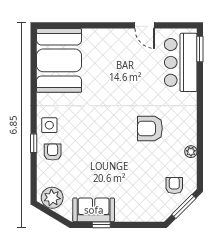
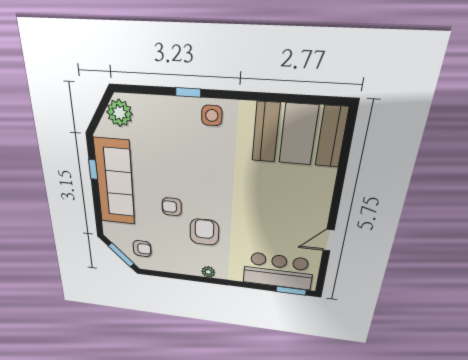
armchair: (53, 152) -> (172, 207), moved, turned 180
plant: (191, 152) -> (208, 272), moved
sofa: (94, 210) -> (115, 182), width x1.85, depth x1.27

